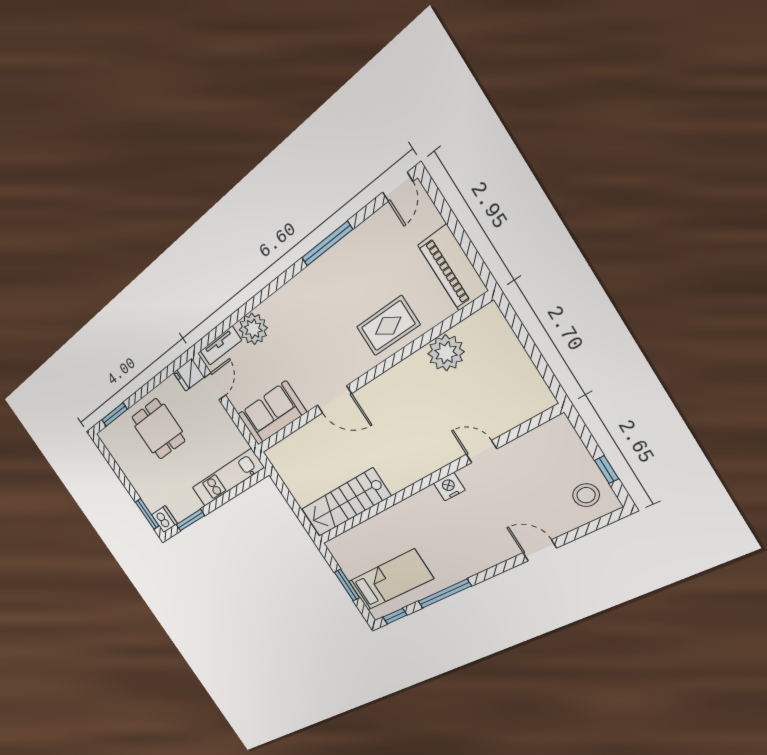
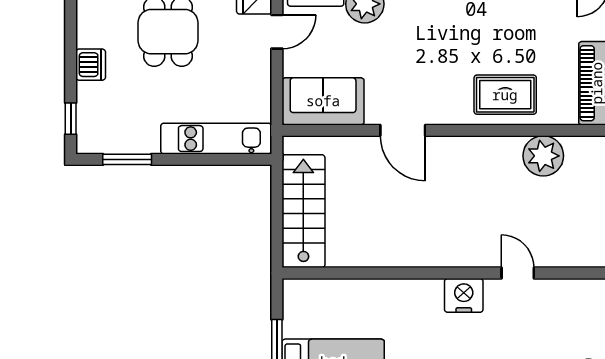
nightstand: (449, 487) -> (464, 295), width x1.36, depth x1.33
stairs: (346, 503) -> (303, 211), moved, turned 90
window: (147, 514) -> (71, 119), width x0.67
dishwasher: (164, 519) -> (91, 65), moved

